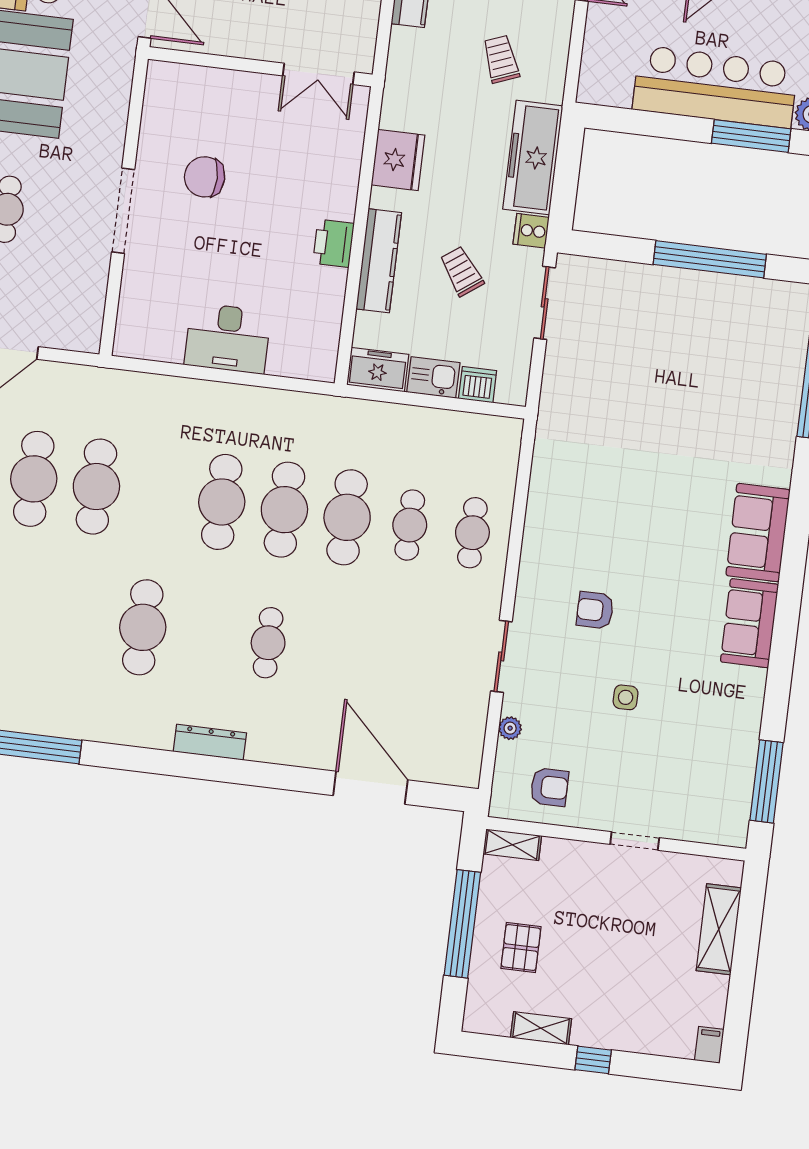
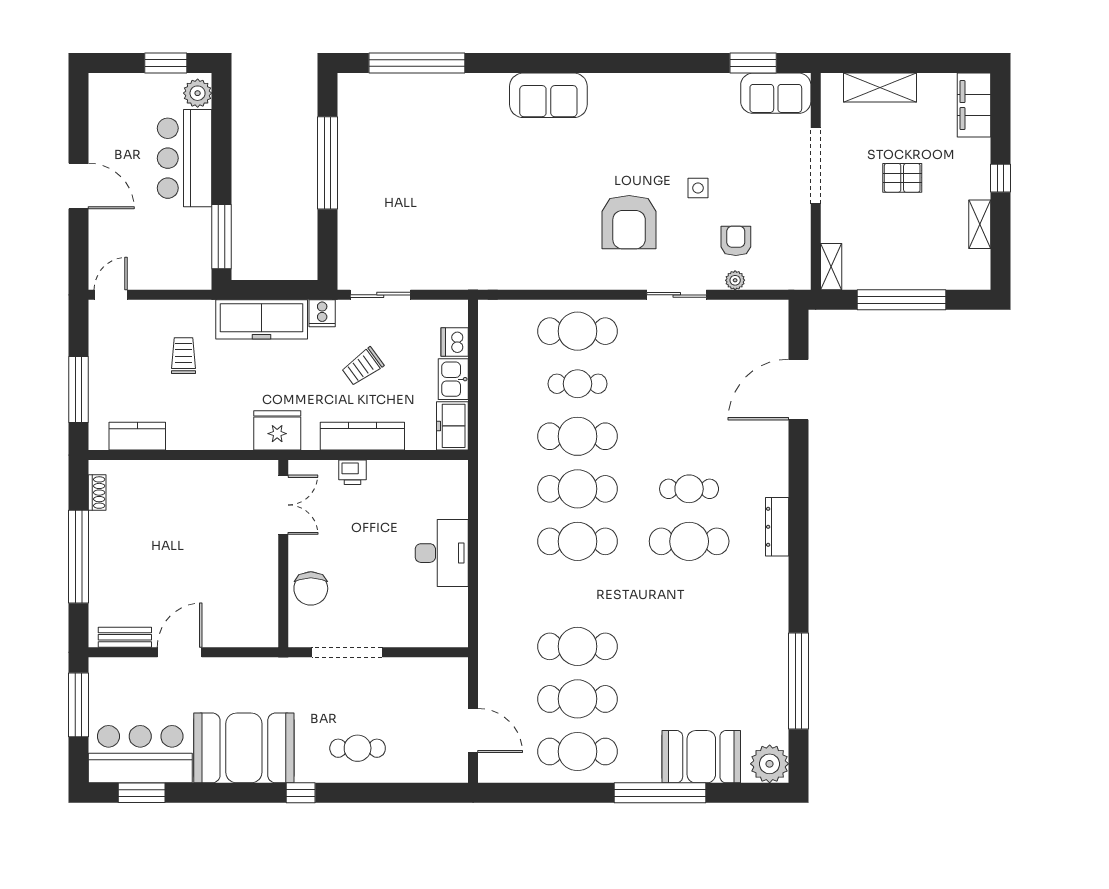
trolley: (501, 59) -> (184, 356), turned 111
wall: (260, 67) -> (283, 554), moved
double door: (319, 74) -> (283, 505), moved
bar counter: (715, 87) -> (185, 158), width x0.73
window: (751, 136) -> (222, 237), moved
printer: (333, 243) -> (353, 472), width x0.73, depth x0.81
cafe table: (472, 533) -> (577, 331), width x1.37, depth x1.35
armchair: (595, 610) -> (629, 222), width x1.88, depth x1.88
sofa: (749, 623) -> (776, 93), moved
cafe table: (143, 627) -> (689, 541), moved
window: (767, 781) -> (753, 63), width x0.69
armchair: (549, 787) -> (736, 241), moved
doorway: (635, 841) -> (816, 166), width x1.87
pallet: (521, 948) -> (902, 178), moved
filing cabinet: (709, 1045) -> (974, 105), width x3.00, depth x1.17

